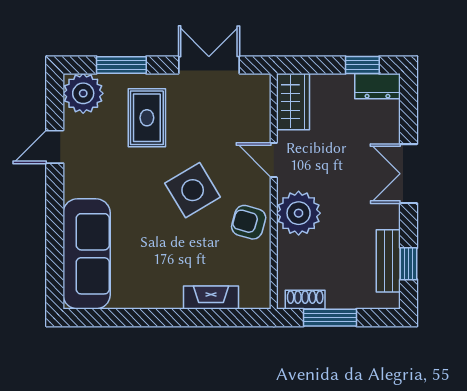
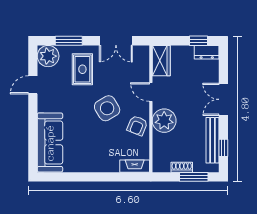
double door: (209, 65) -> (116, 41), swing flipped
armchair: (249, 222) -> (137, 125), turned -84
bench: (388, 261) -> (212, 140), width x1.36
fireplace: (211, 298) -> (135, 166), moved
shoe rack: (305, 300) -> (182, 167), moved
window: (330, 318) -> (194, 177), moved

